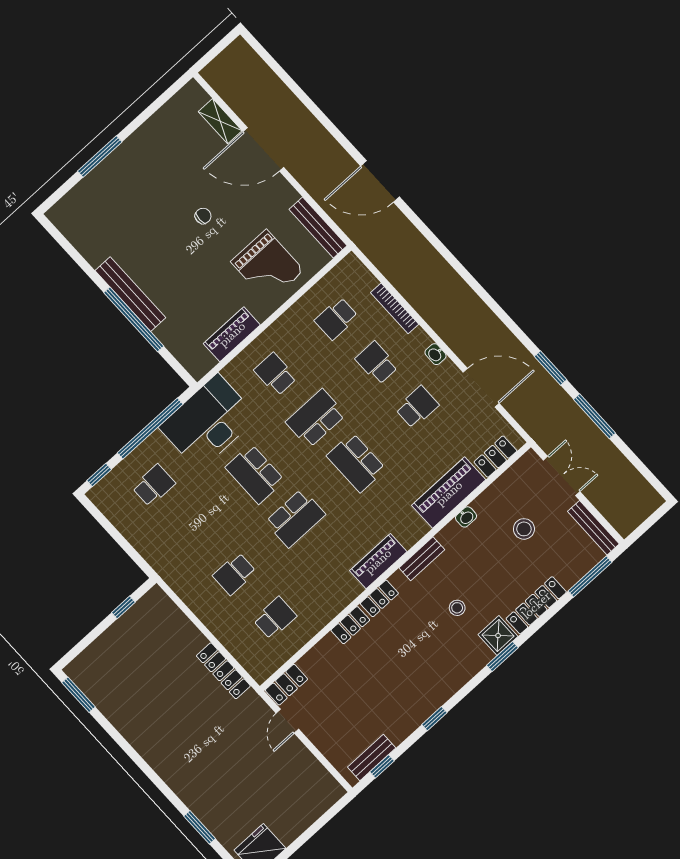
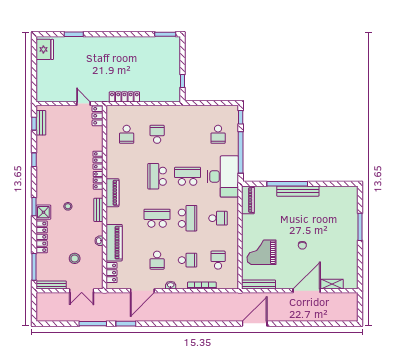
piano: (232, 334) -> (248, 200), moved

